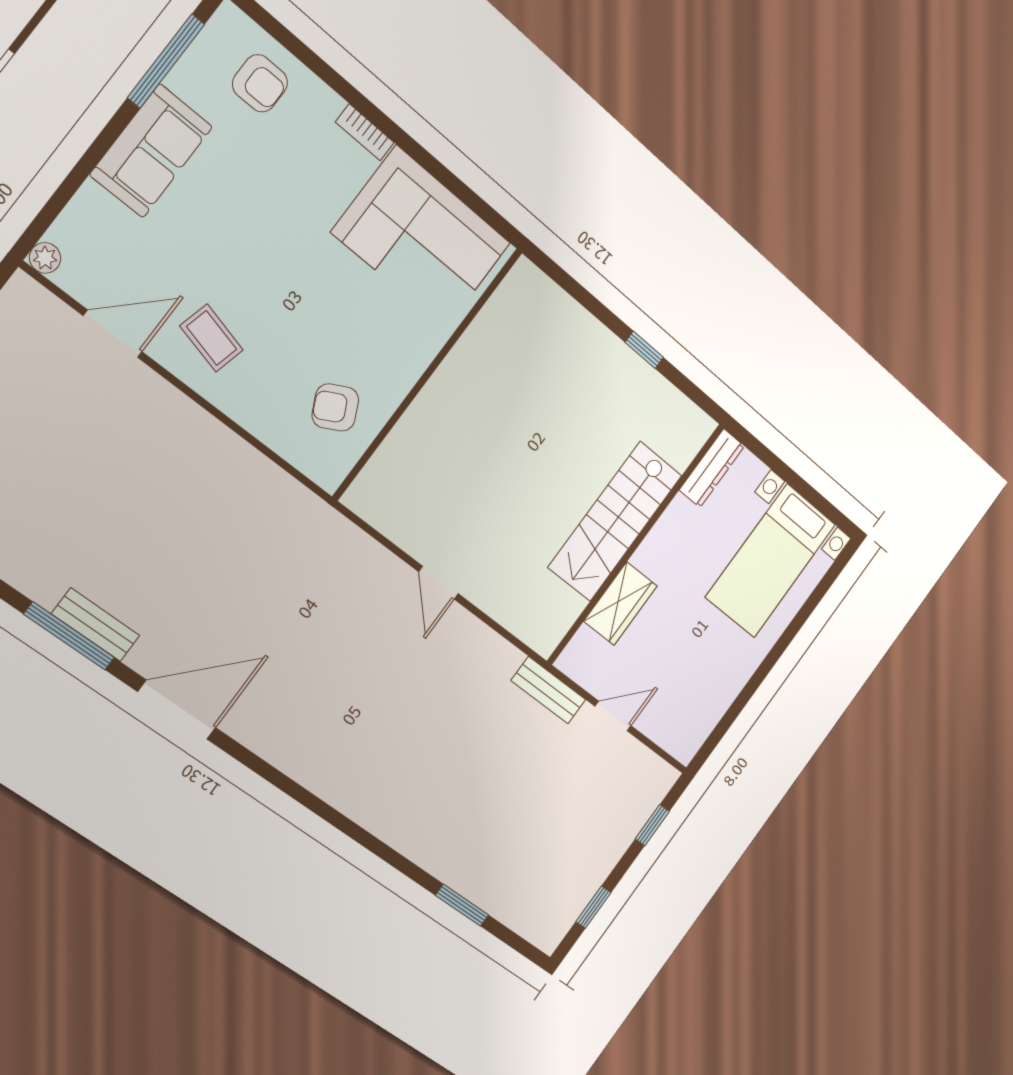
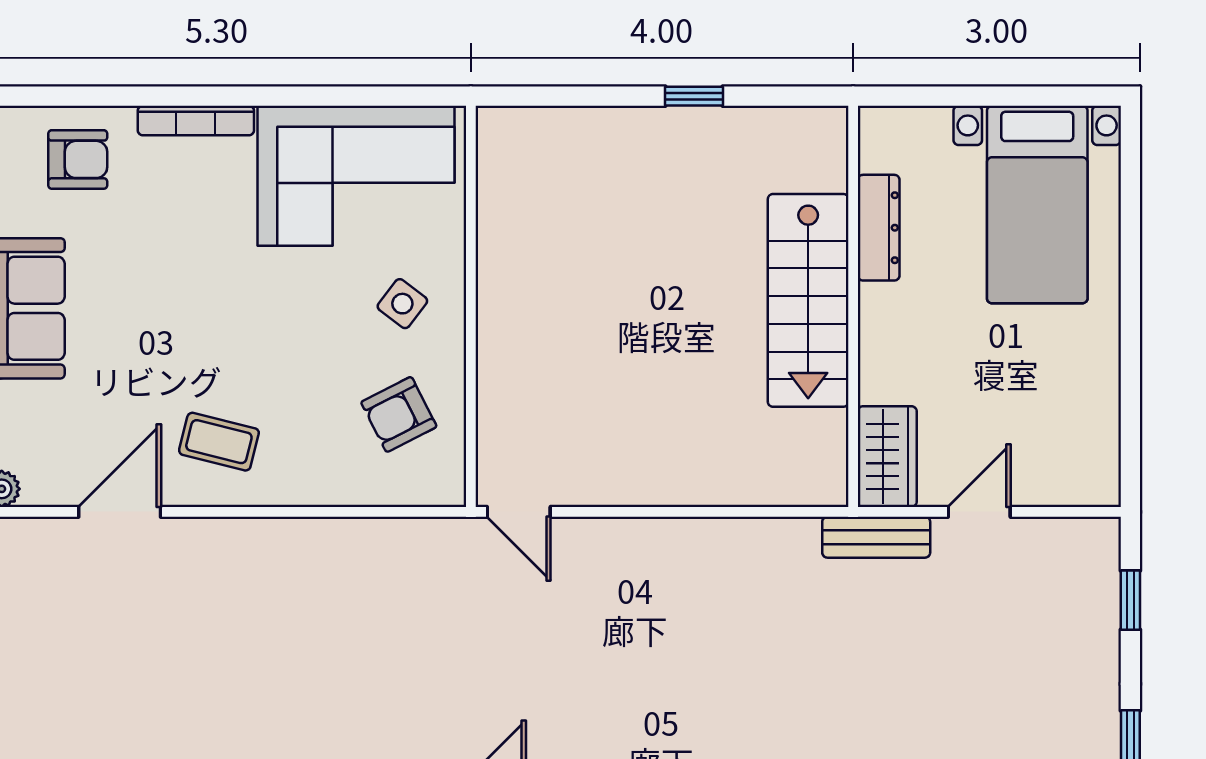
bookcase: (365, 132) -> (196, 120), width x1.56
side table: (389, 340) -> (402, 304), added
dresser: (712, 468) -> (879, 228), moved
door: (438, 583) -> (519, 512), moved
wardrobe: (620, 604) -> (887, 457), moved

